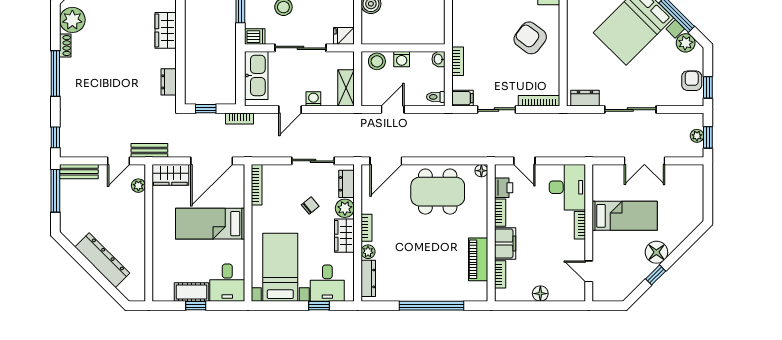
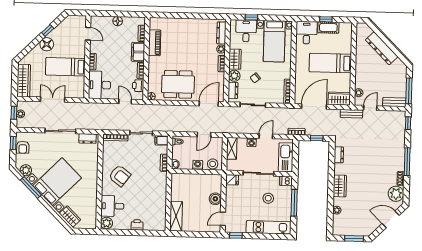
wardrobe: (693, 191) -> (24, 81), added
bed: (210, 224) -> (330, 63), moved, turned 180
window: (432, 306) -> (183, 16), removed

